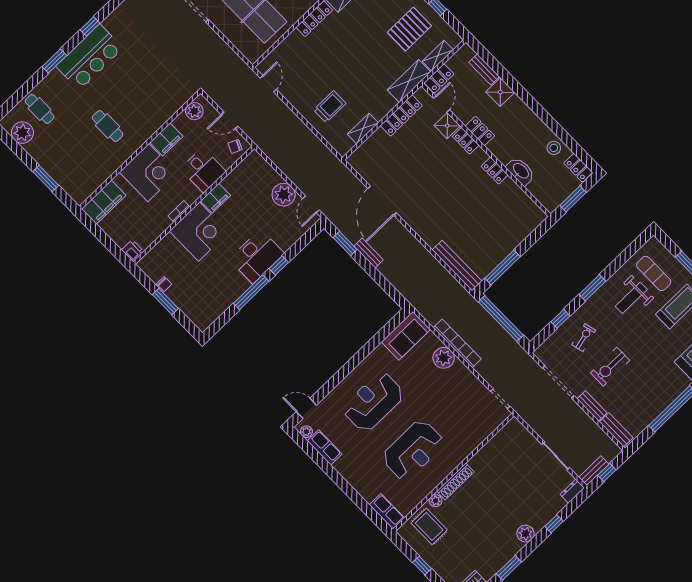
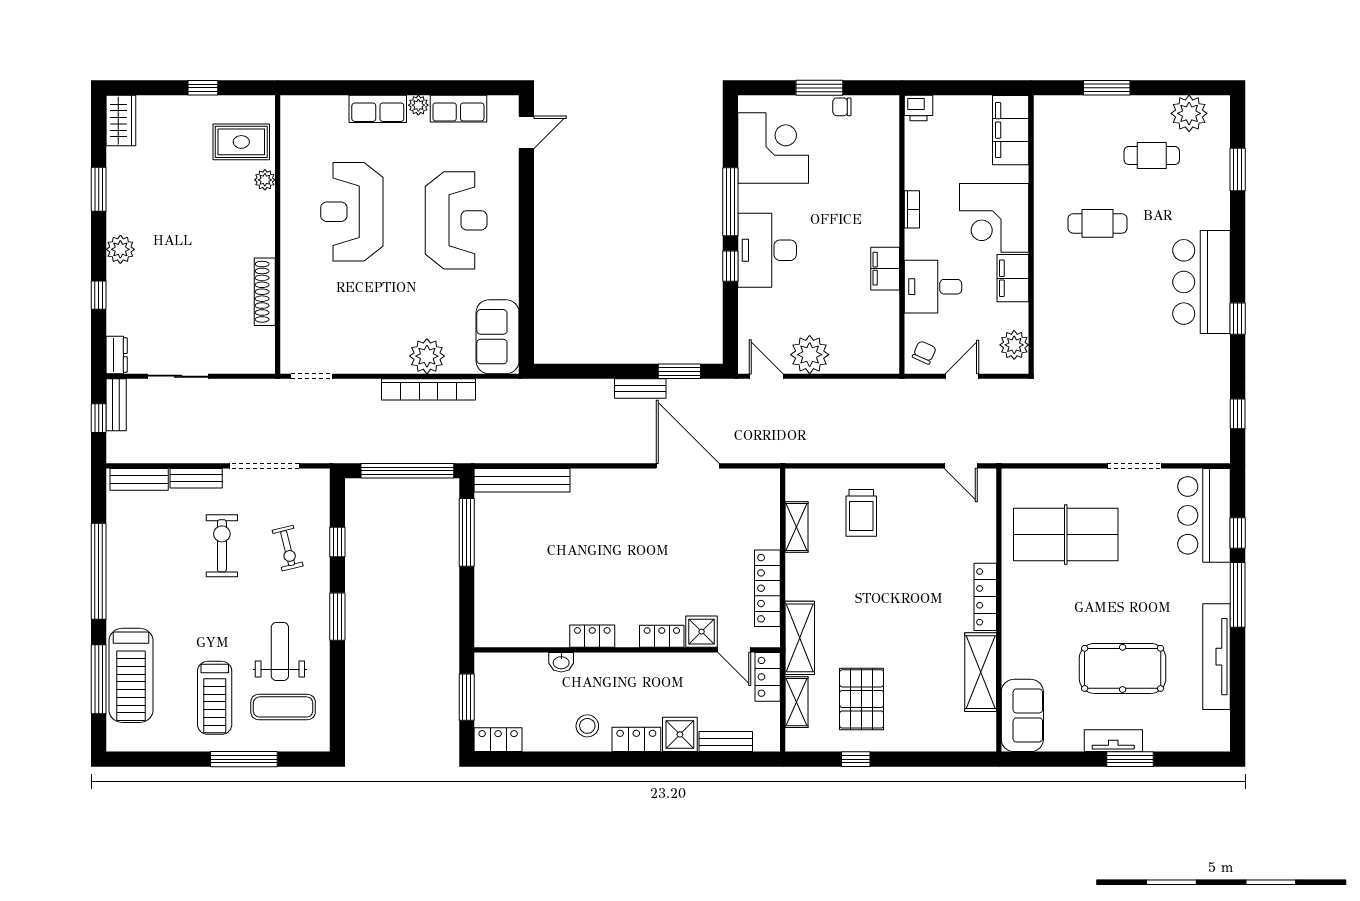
window: (54, 61) -> (1238, 169), moved
cafe table: (40, 109) -> (1152, 155), moved
locker: (480, 131) -> (636, 739), moved, turned 180
stool: (554, 148) -> (587, 726), moved
washbasin: (521, 171) -> (561, 662), width x0.52, depth x0.69
corner desk: (199, 232) -> (773, 148), moved, turned 180
plant: (306, 432) -> (418, 105), moved
shoe rack: (455, 481) -> (265, 292), moved
row of seats: (387, 511) -> (378, 109), moved

